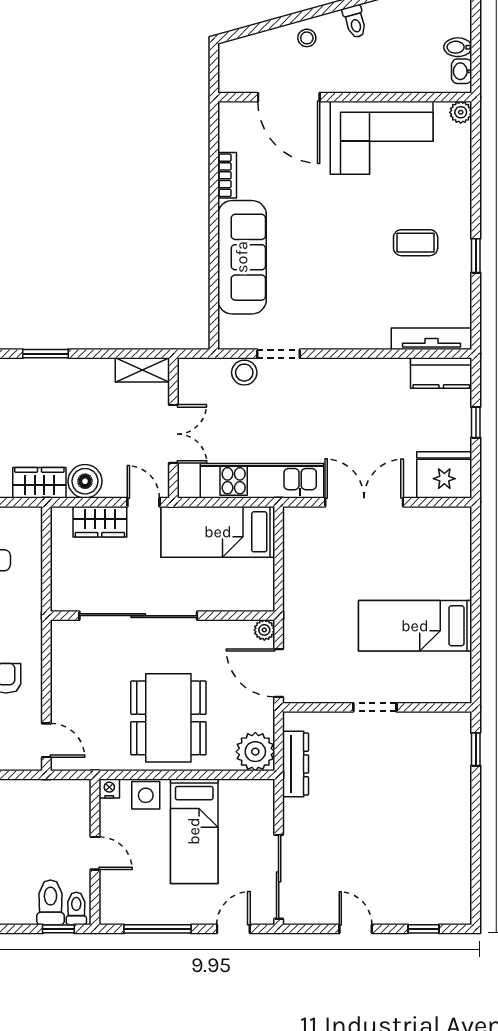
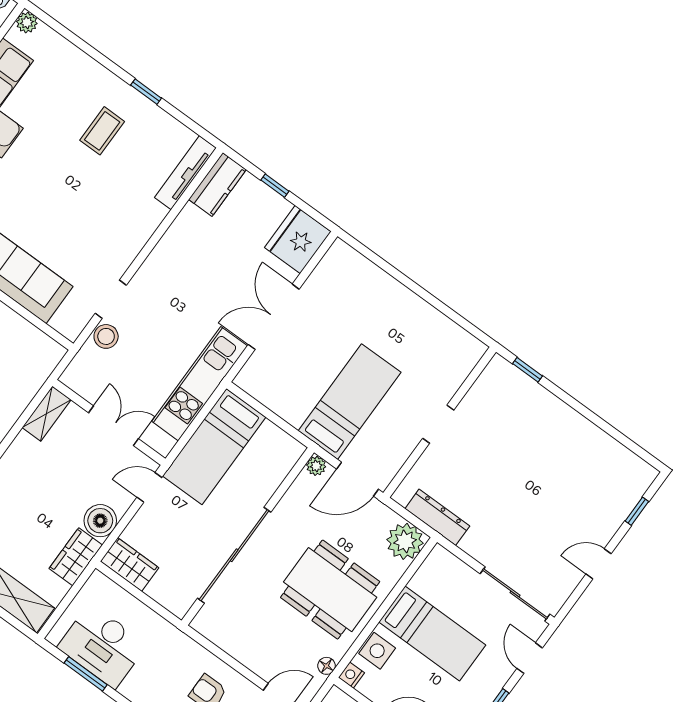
wardrobe: (100, 522) -> (130, 565), moved, turned -90
bed: (415, 626) -> (350, 402), moved, turned 180
floor lamp: (102, 762) -> (327, 666), added

